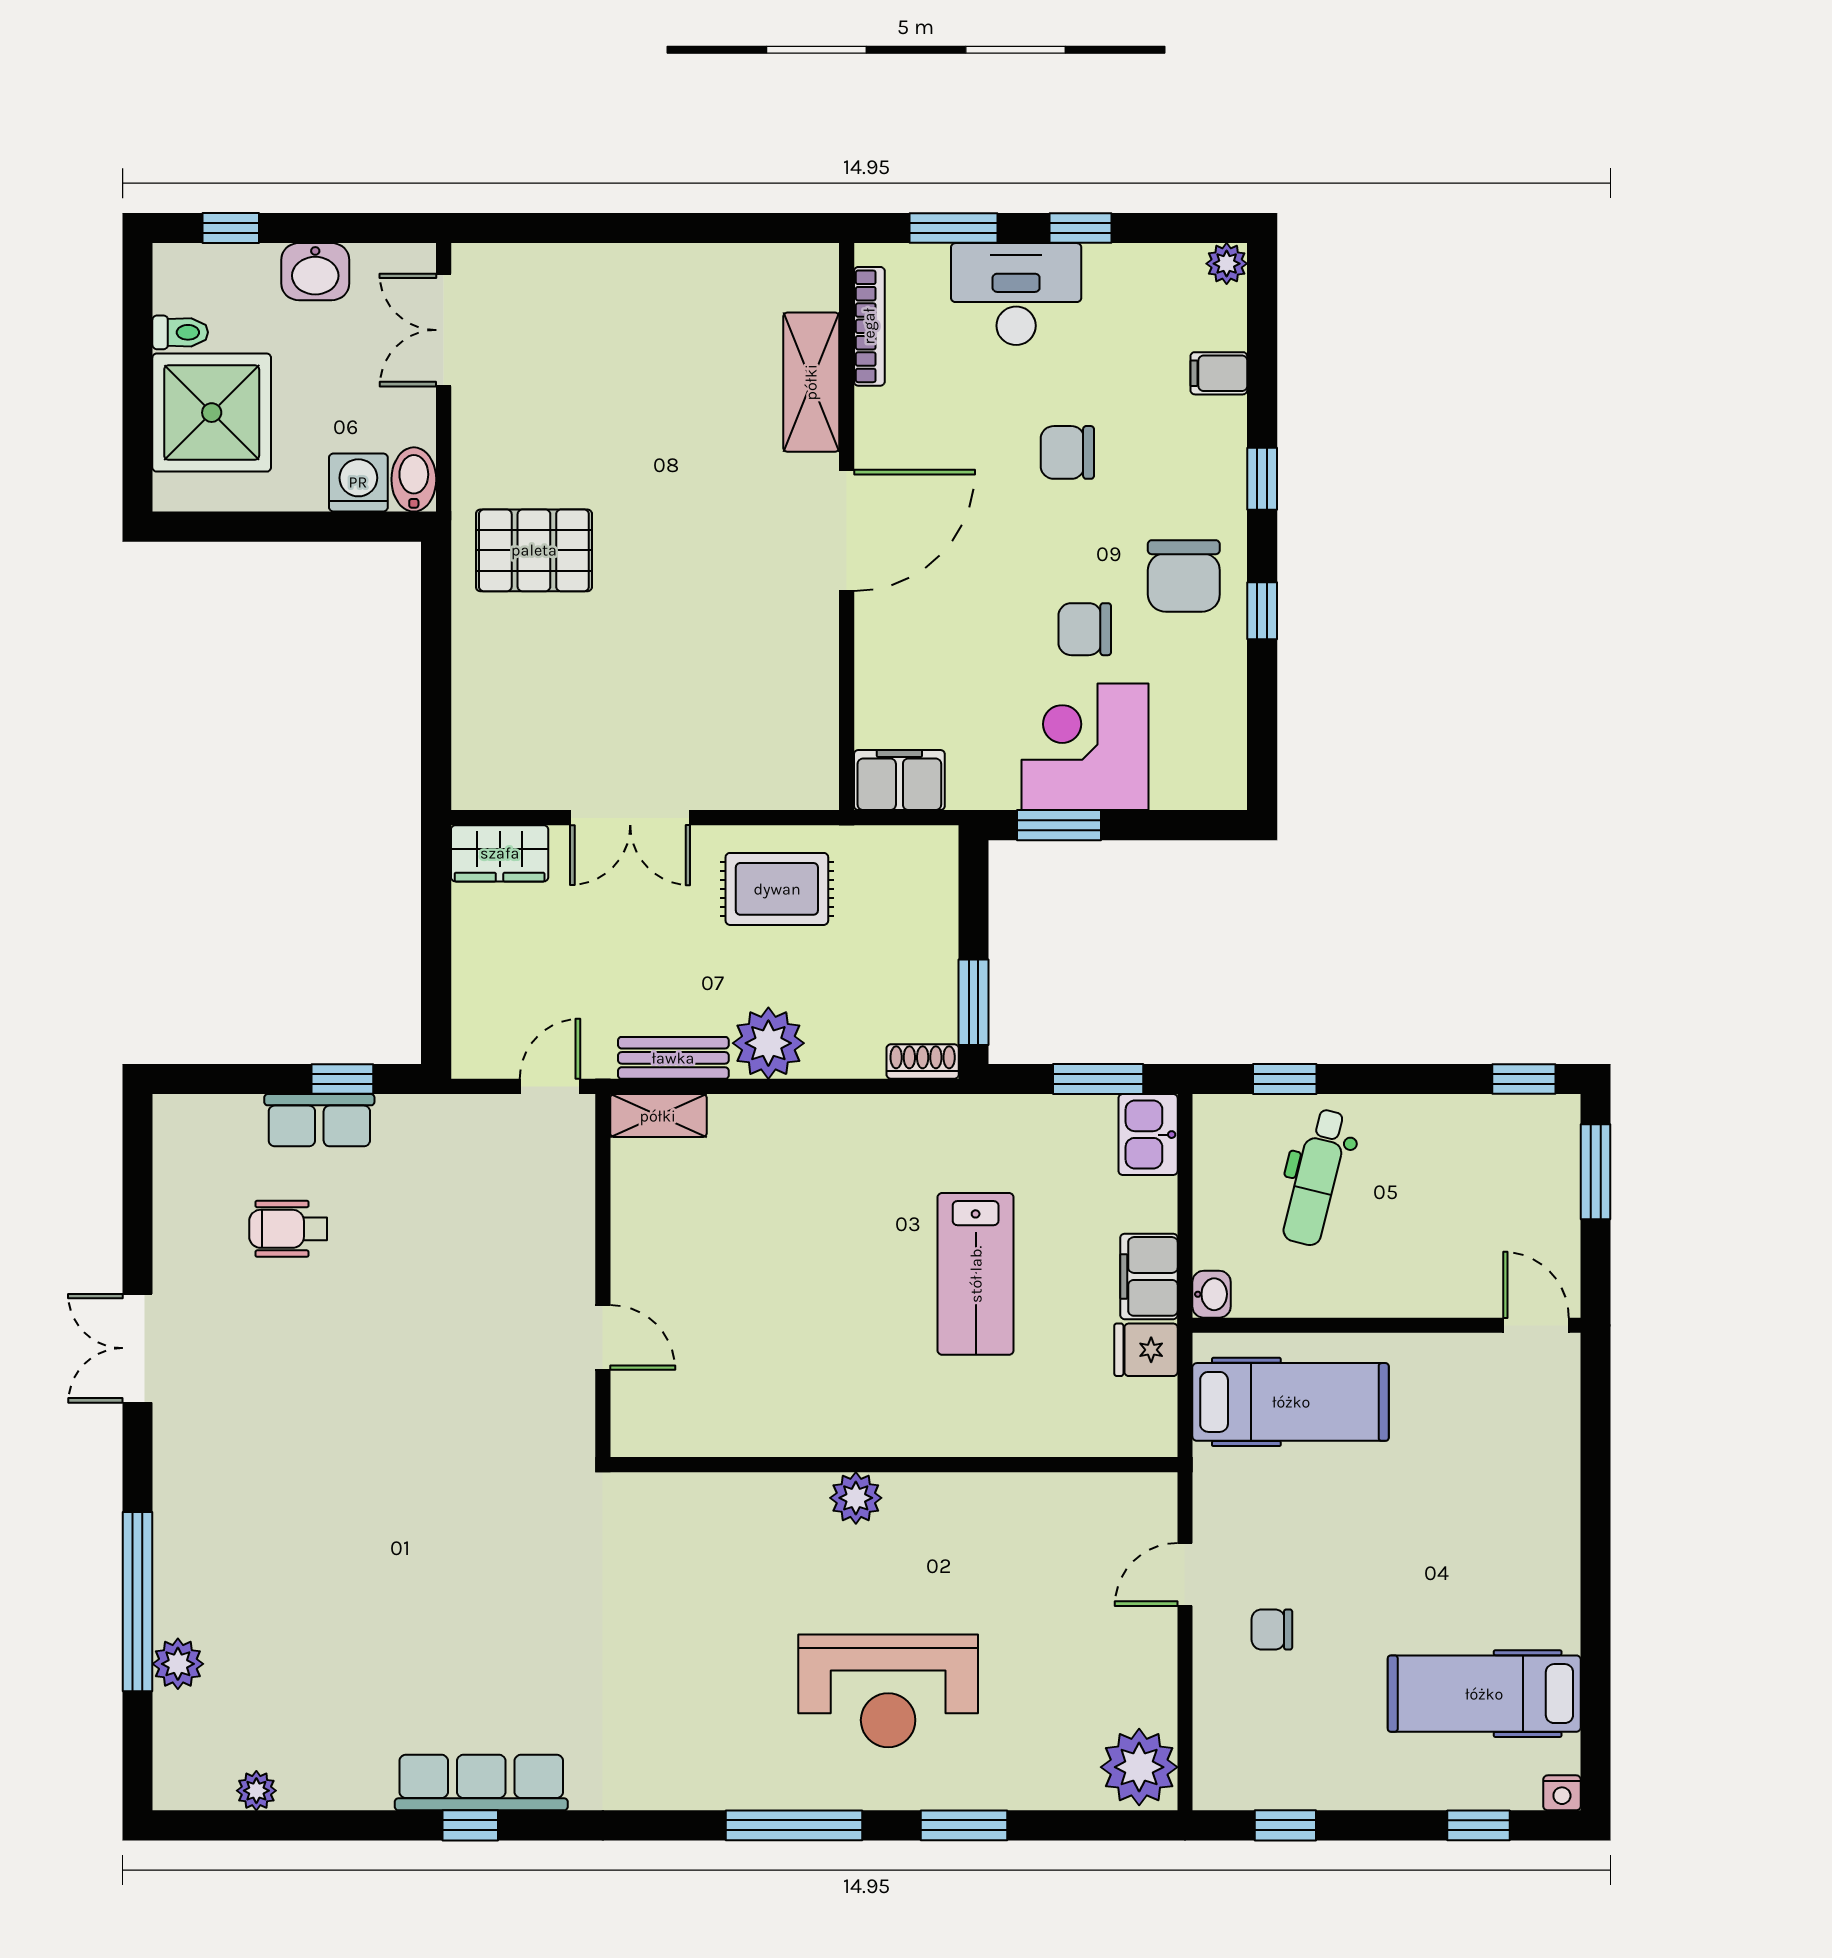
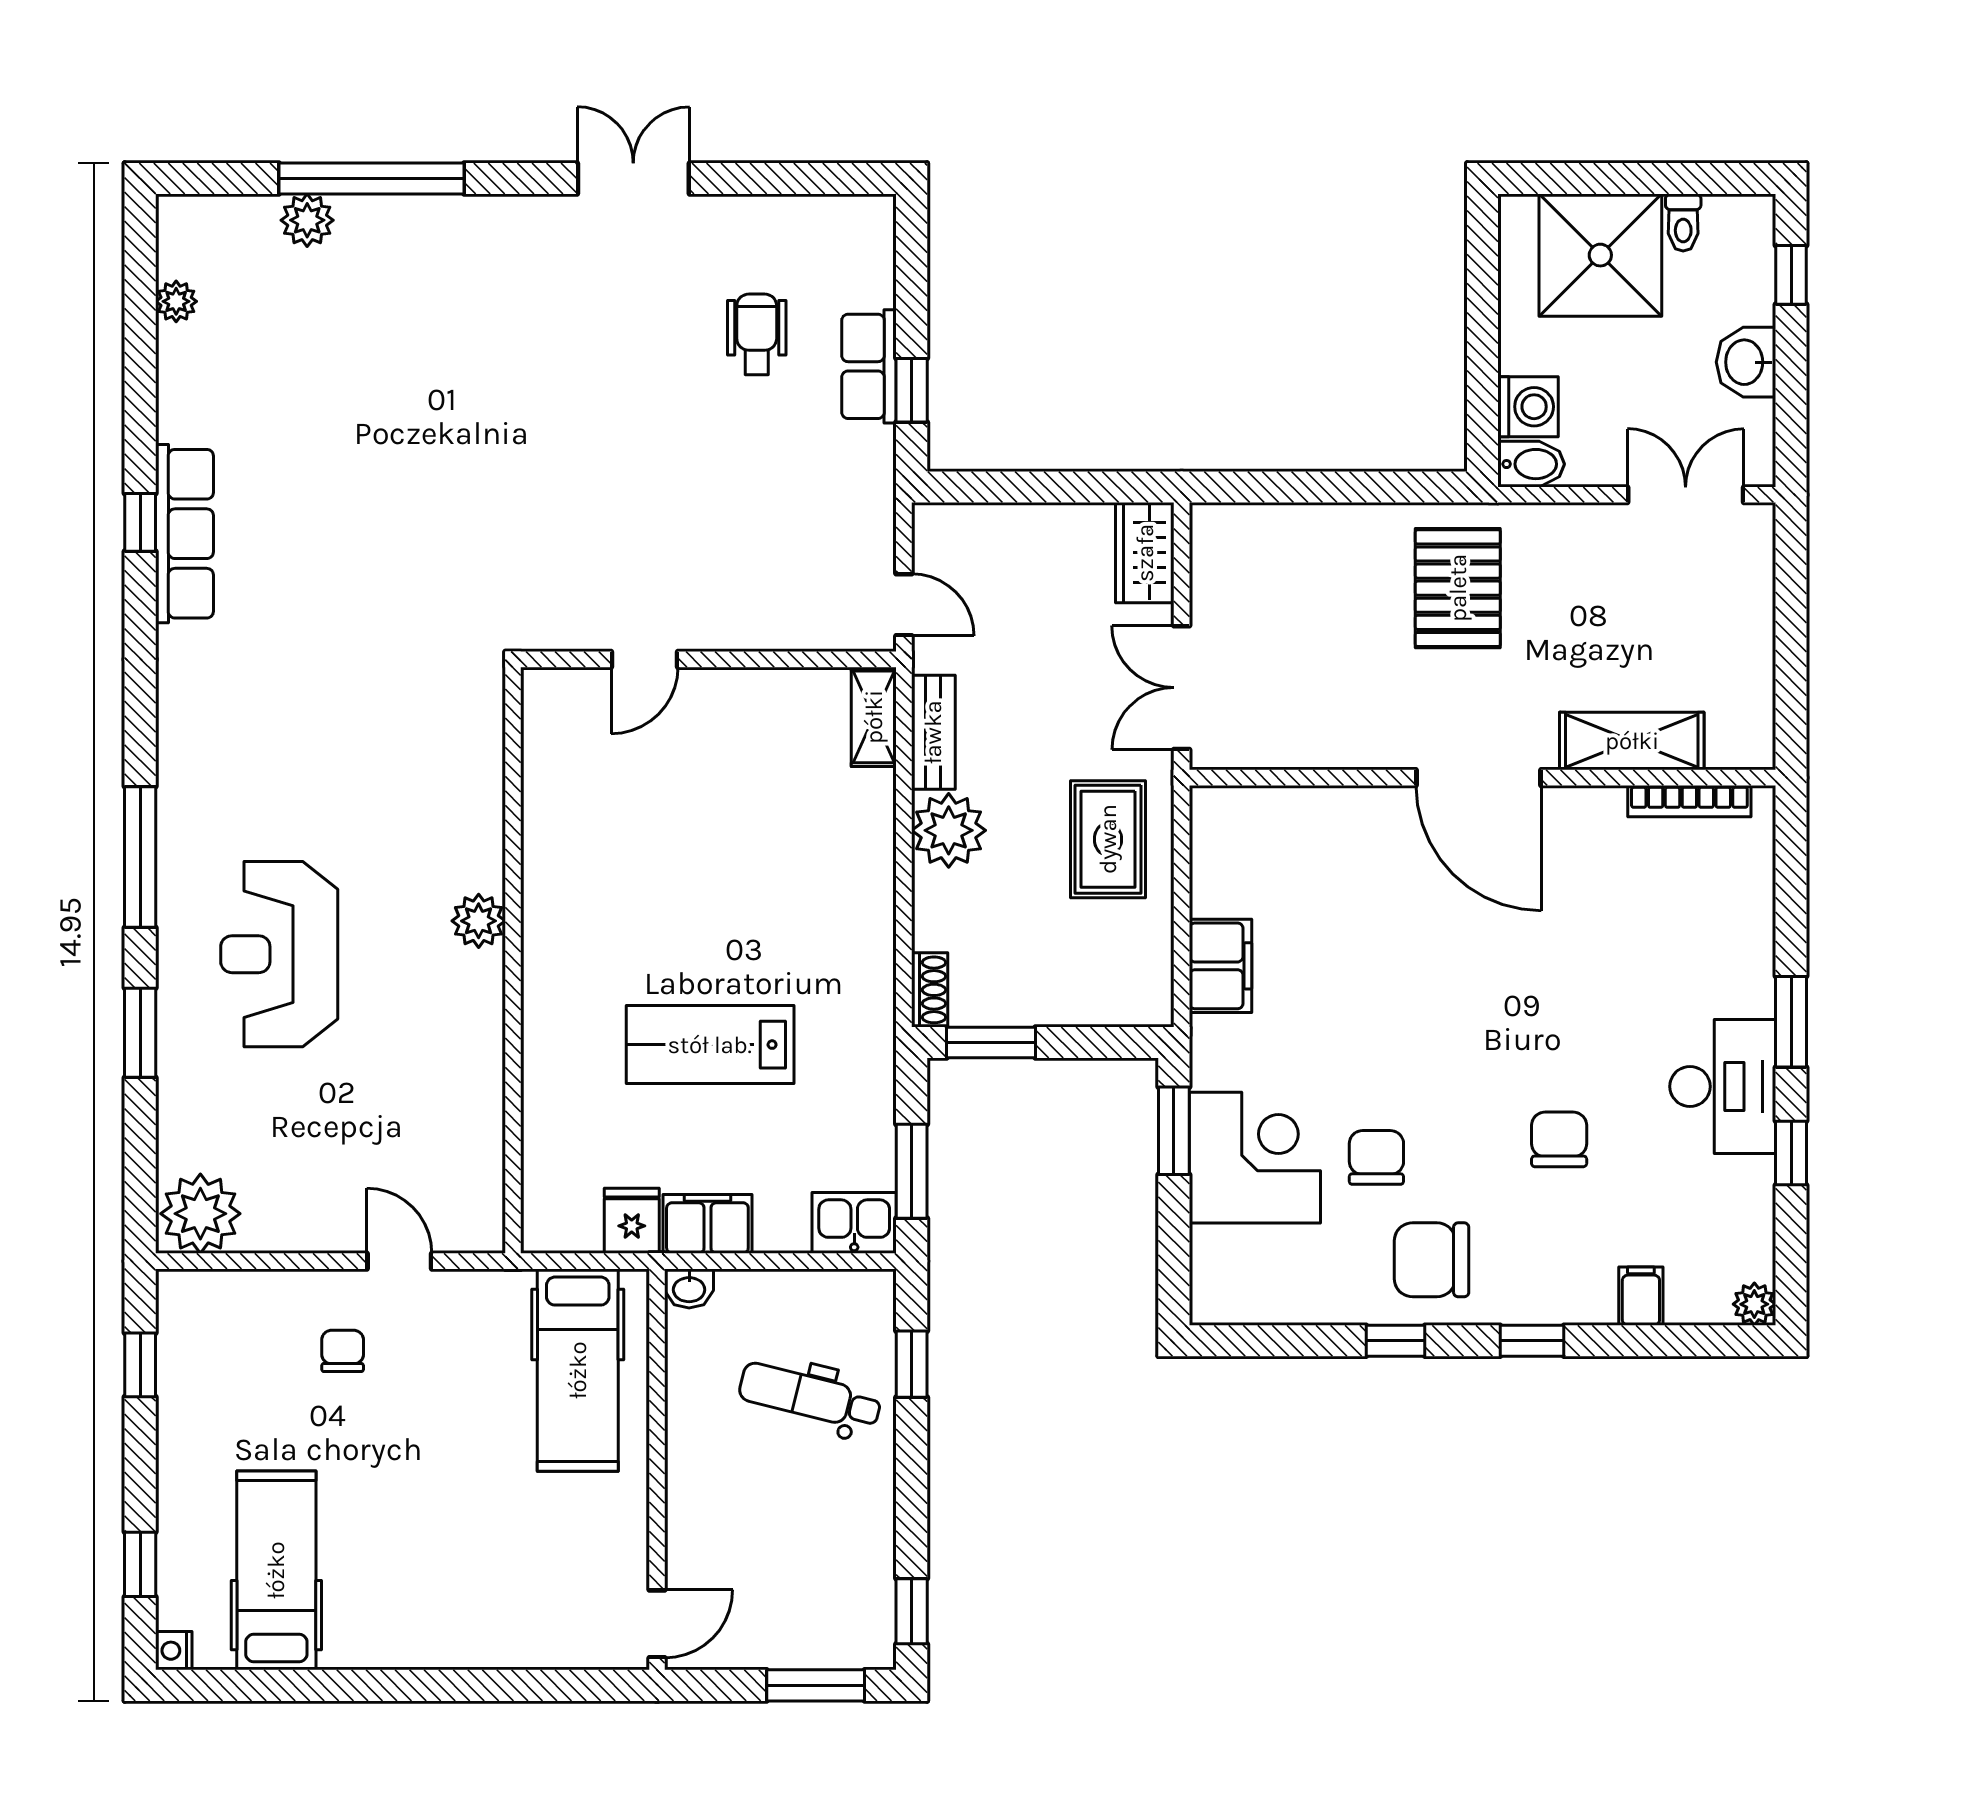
bookcase: (869, 326) -> (1689, 801), moved
shelving: (811, 382) -> (1632, 741), moved
wall: (847, 527) -> (1482, 778), moved
door: (847, 530) -> (1479, 778), moved

